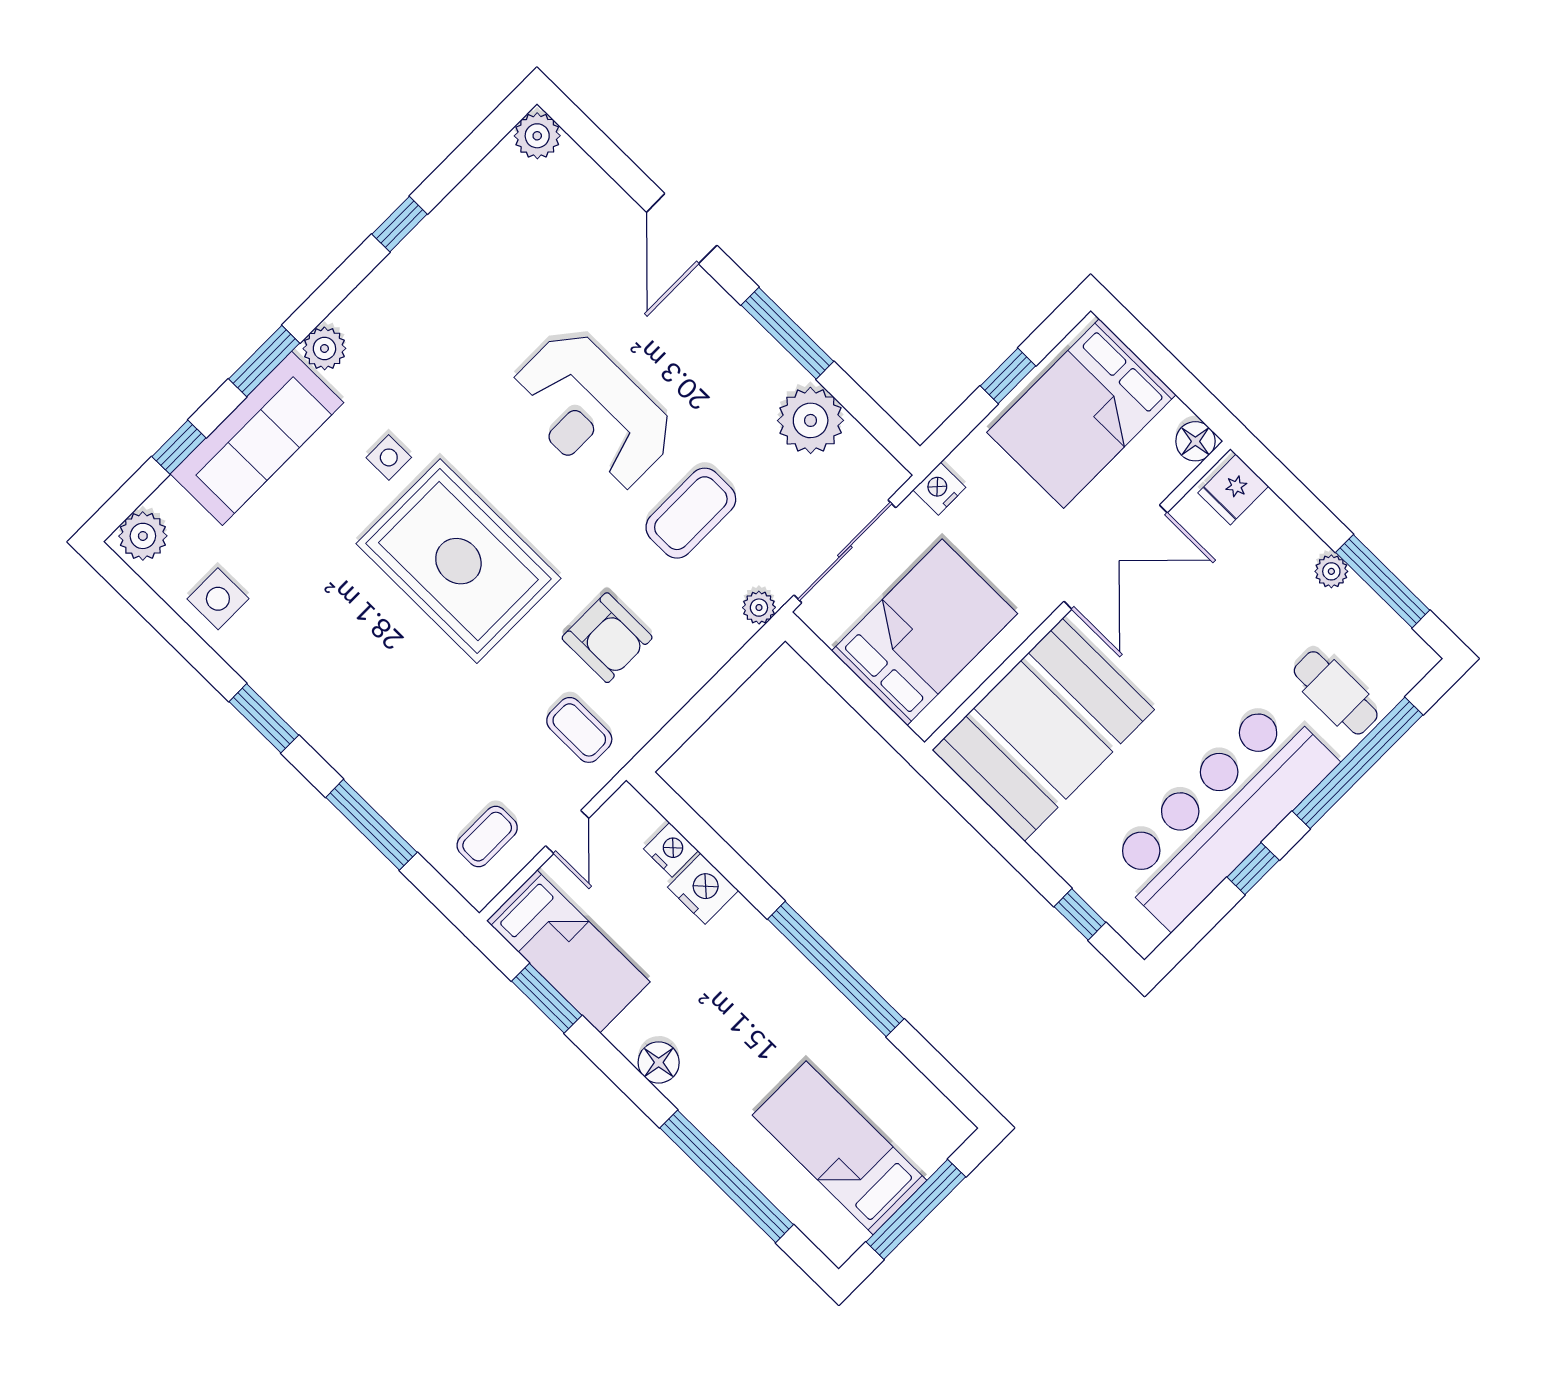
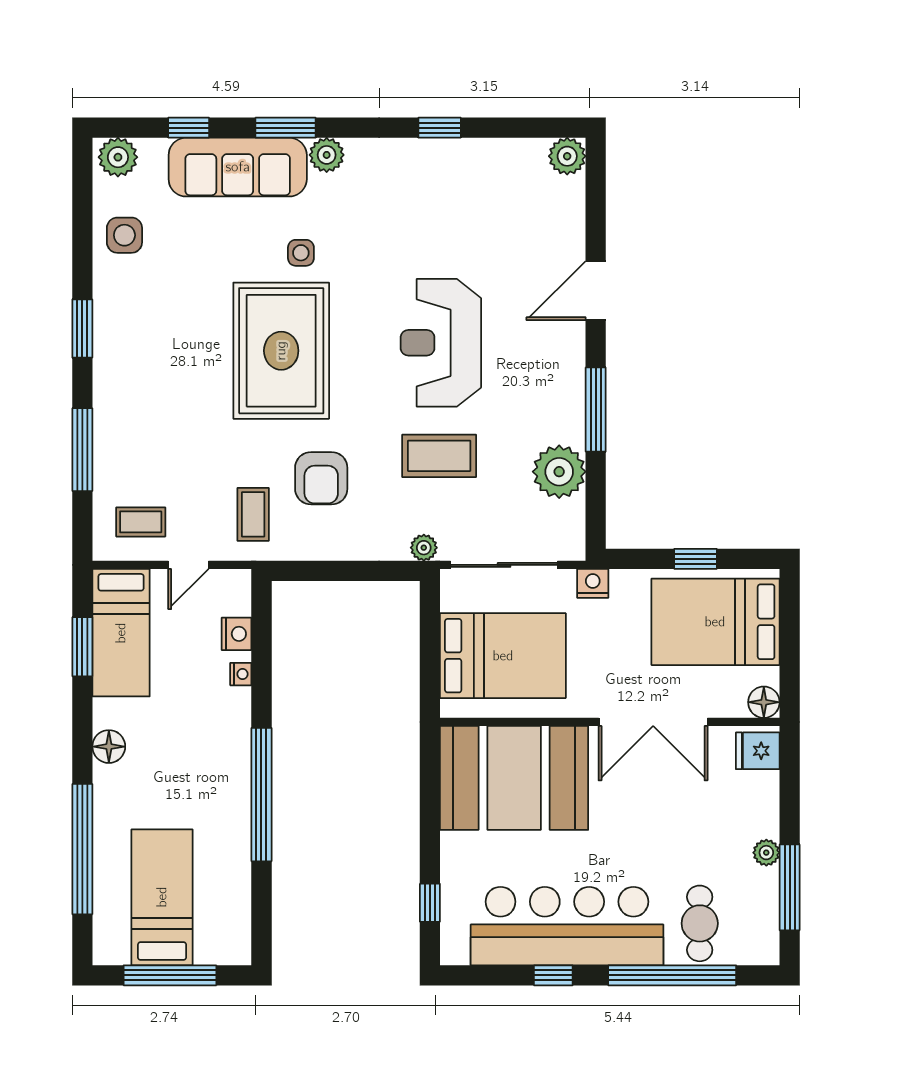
nightstand: (703, 889) -> (241, 674), width x0.53, depth x0.56

